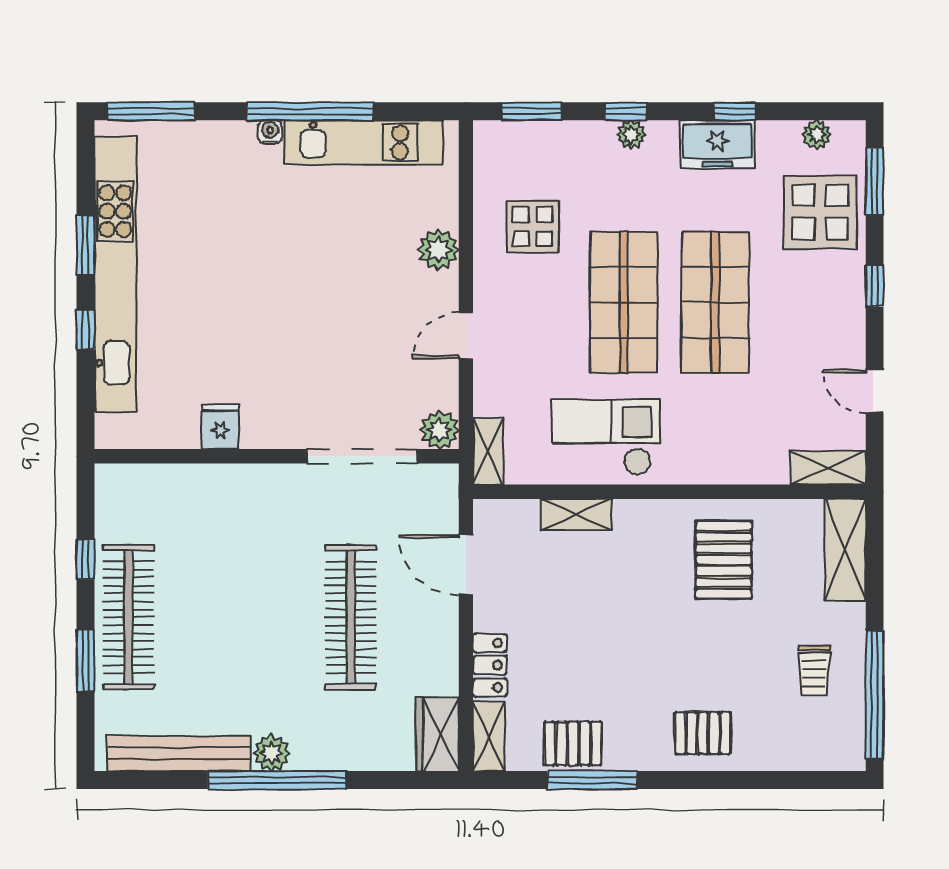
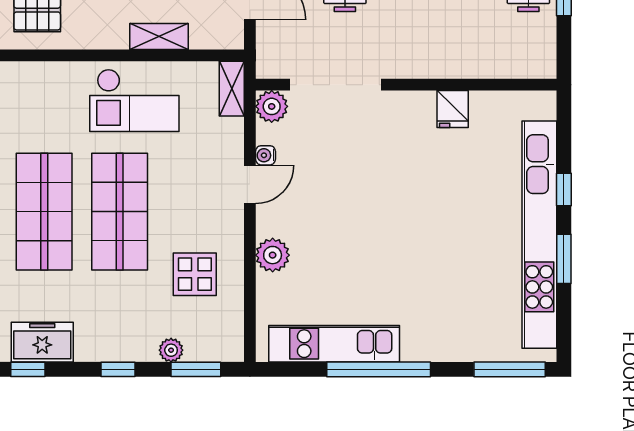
water cooler: (270, 132) -> (265, 155), moved, turned 90
plant: (631, 135) -> (171, 350), moved

